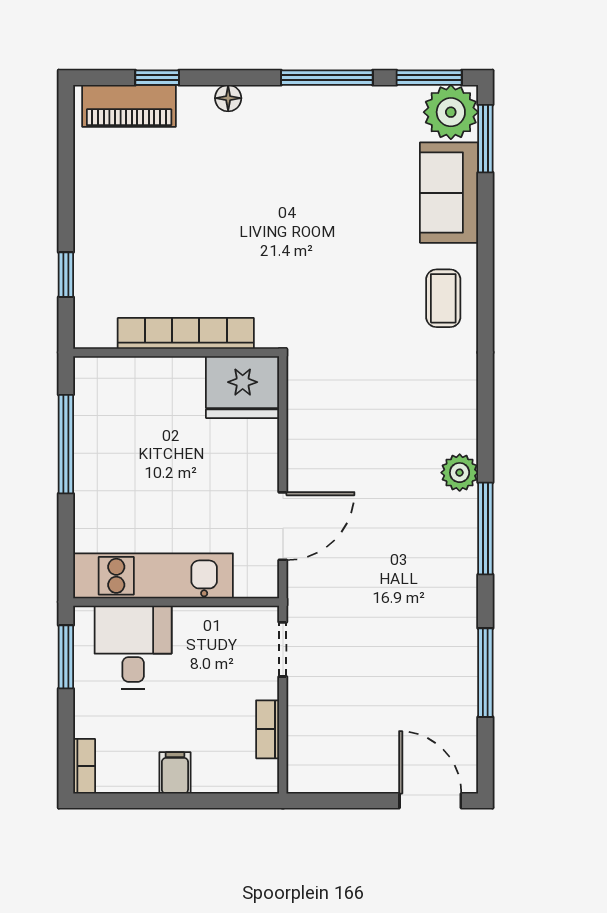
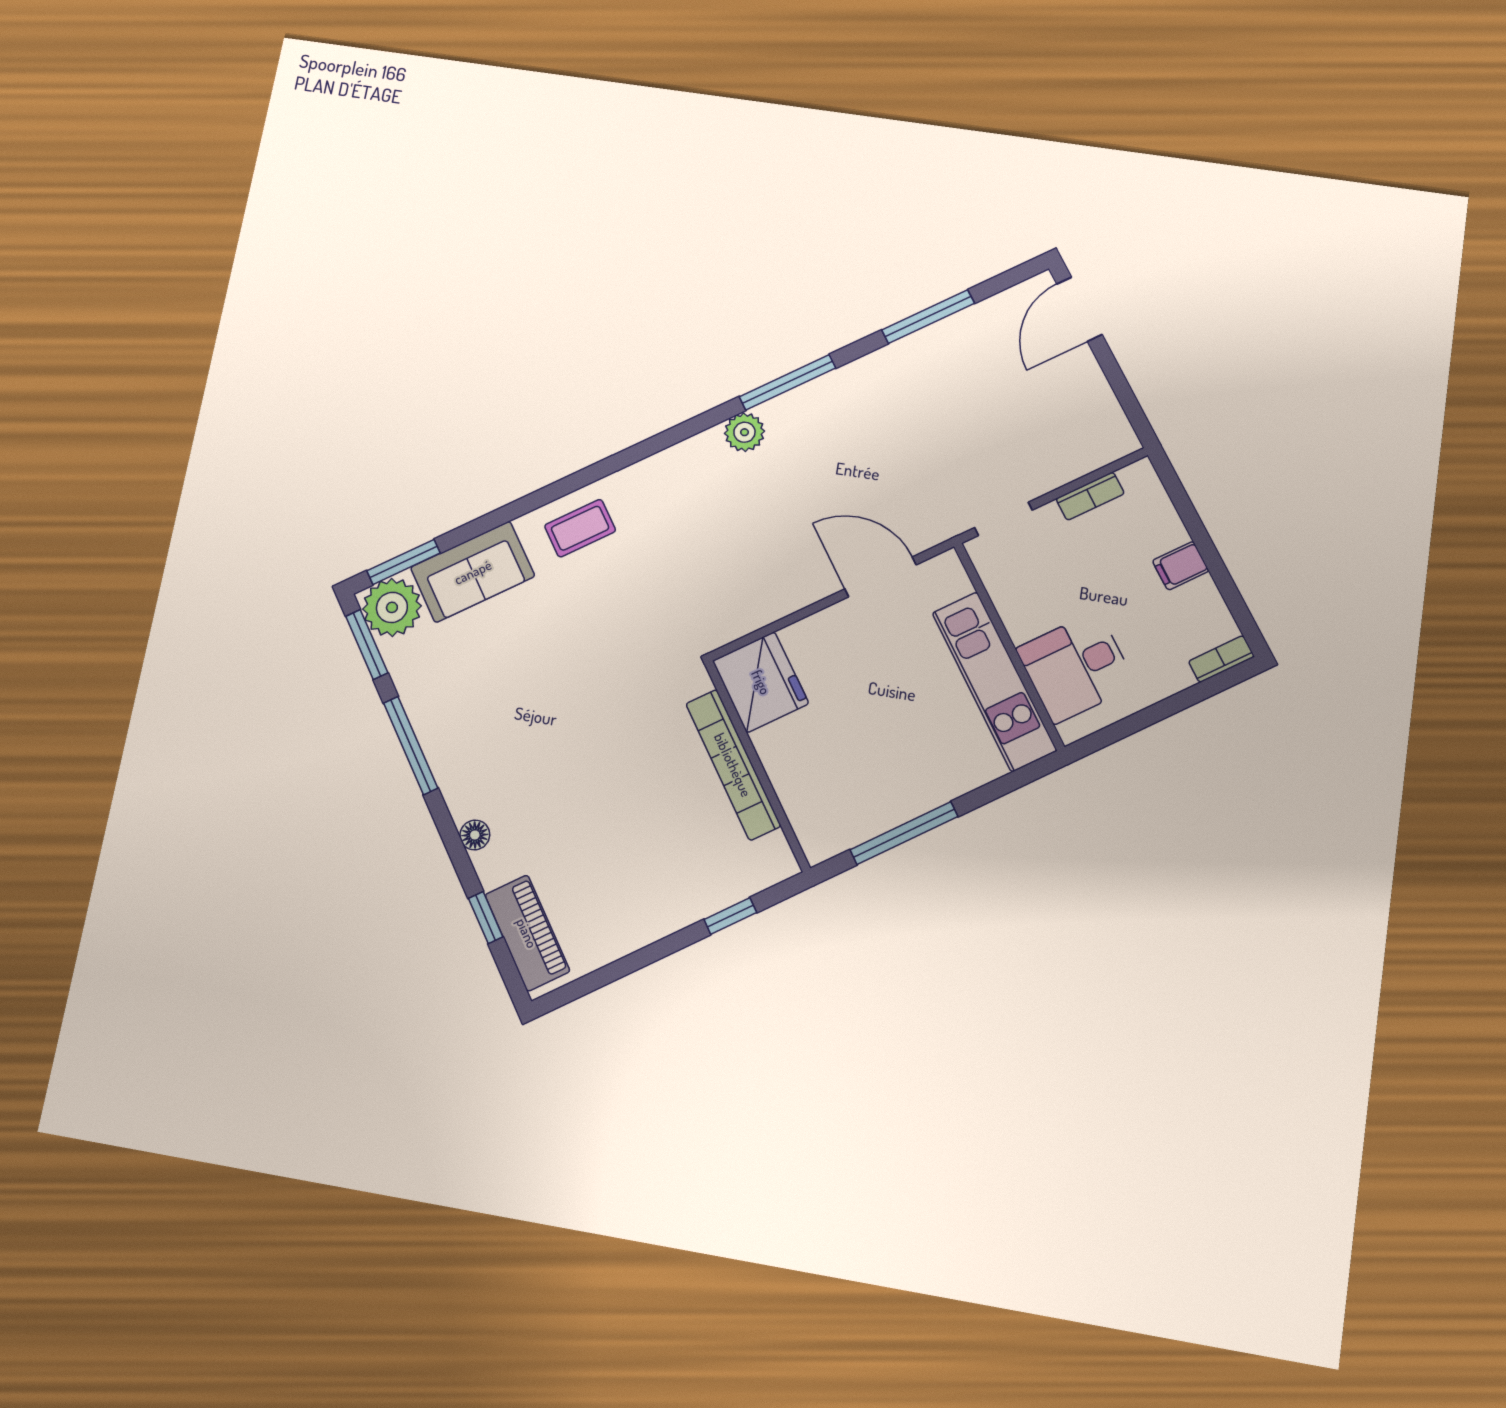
window: (66, 657) -> (1120, 730), removed

